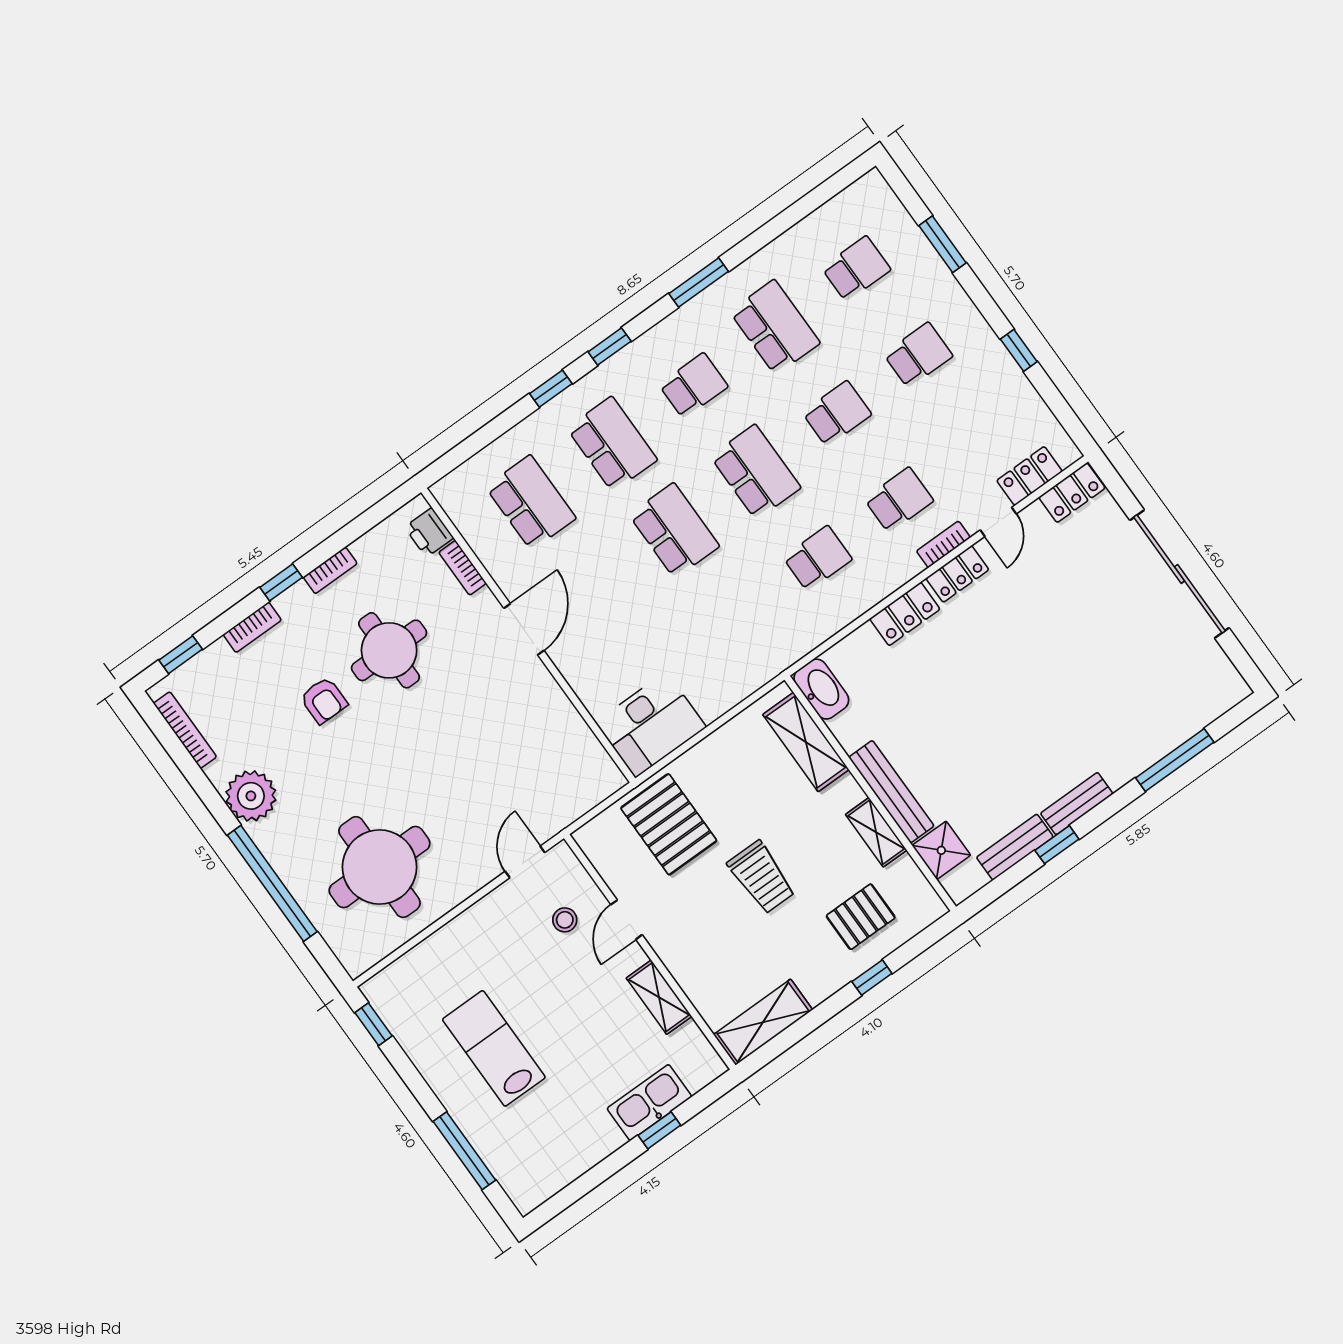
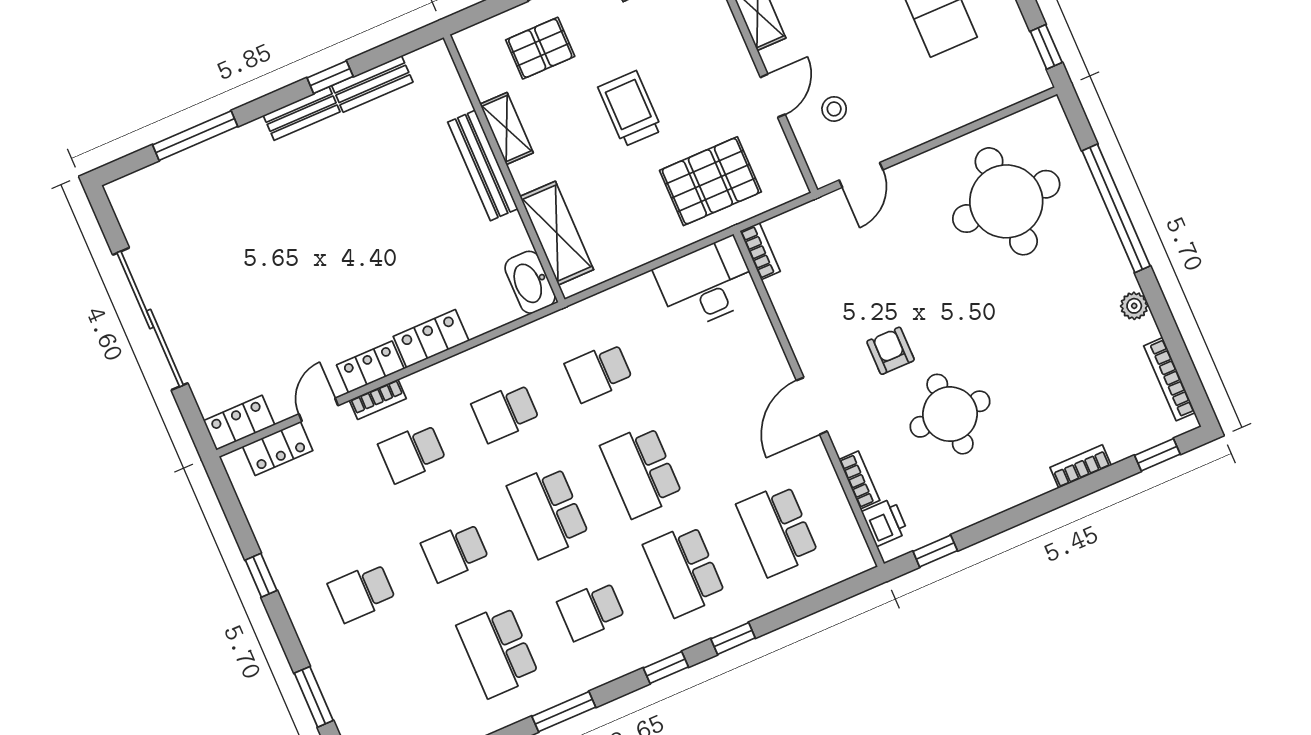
school desk: (856, 269) -> (599, 372), moved
bookcase: (330, 570) -> (760, 251), moved, turned 90
window: (281, 582) -> (935, 551), moved
armchair: (324, 700) -> (891, 351), moved
plant: (251, 796) -> (1134, 306), width x0.53, depth x0.53
pallet: (669, 824) -> (710, 181), turned 90
shower: (941, 850) -> (446, 97), removed

